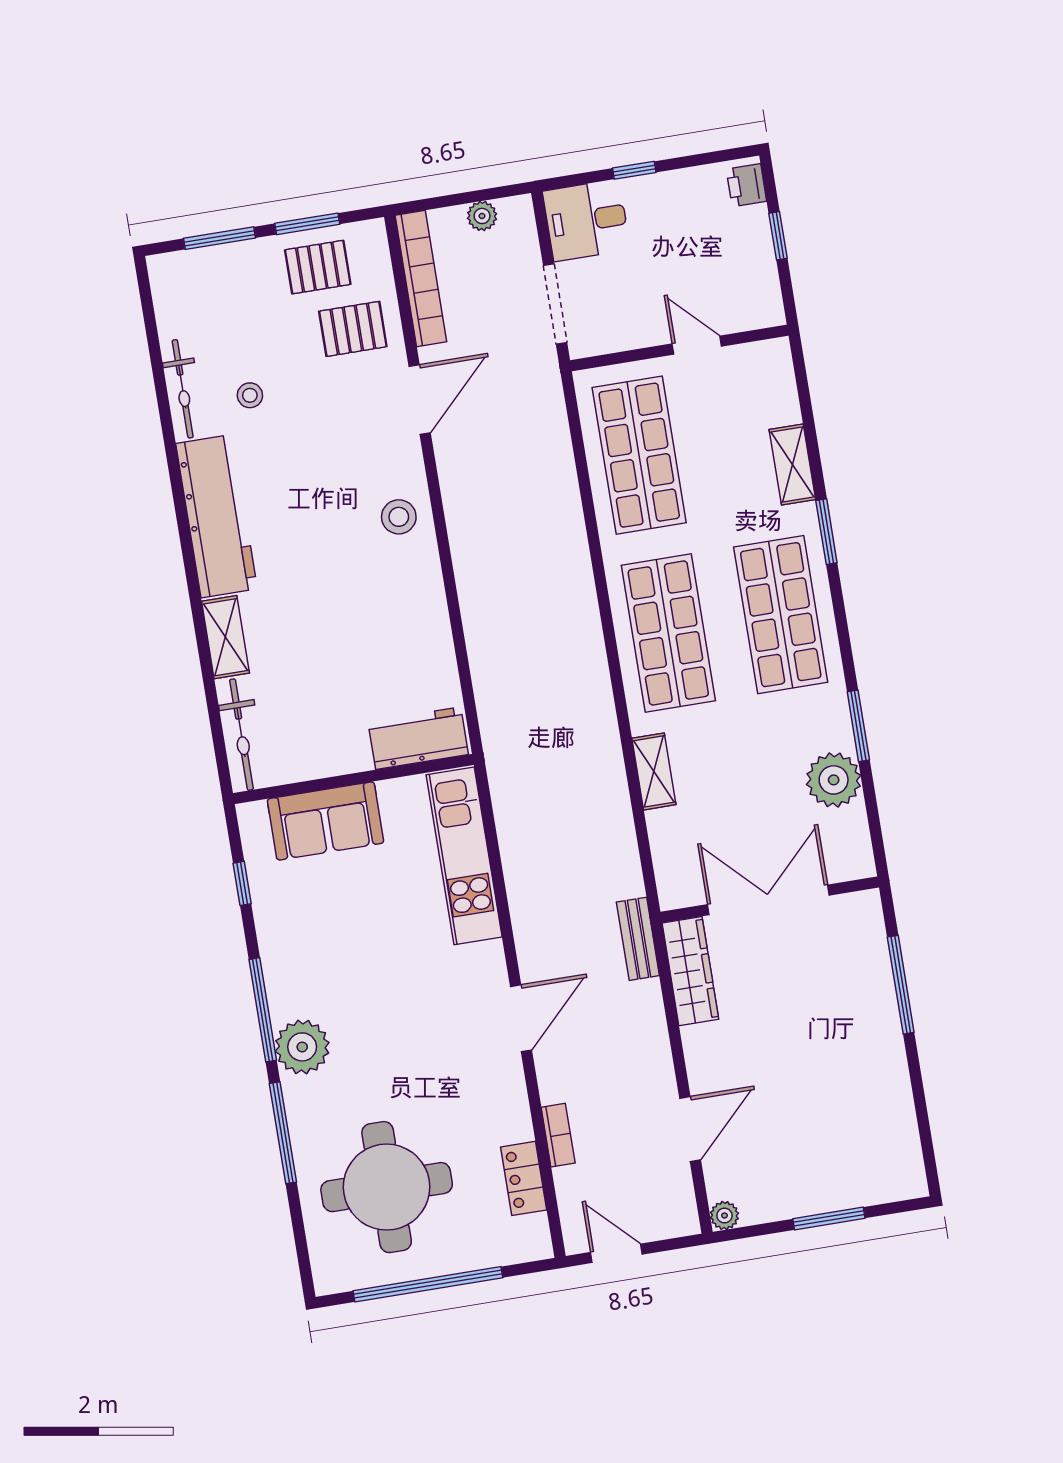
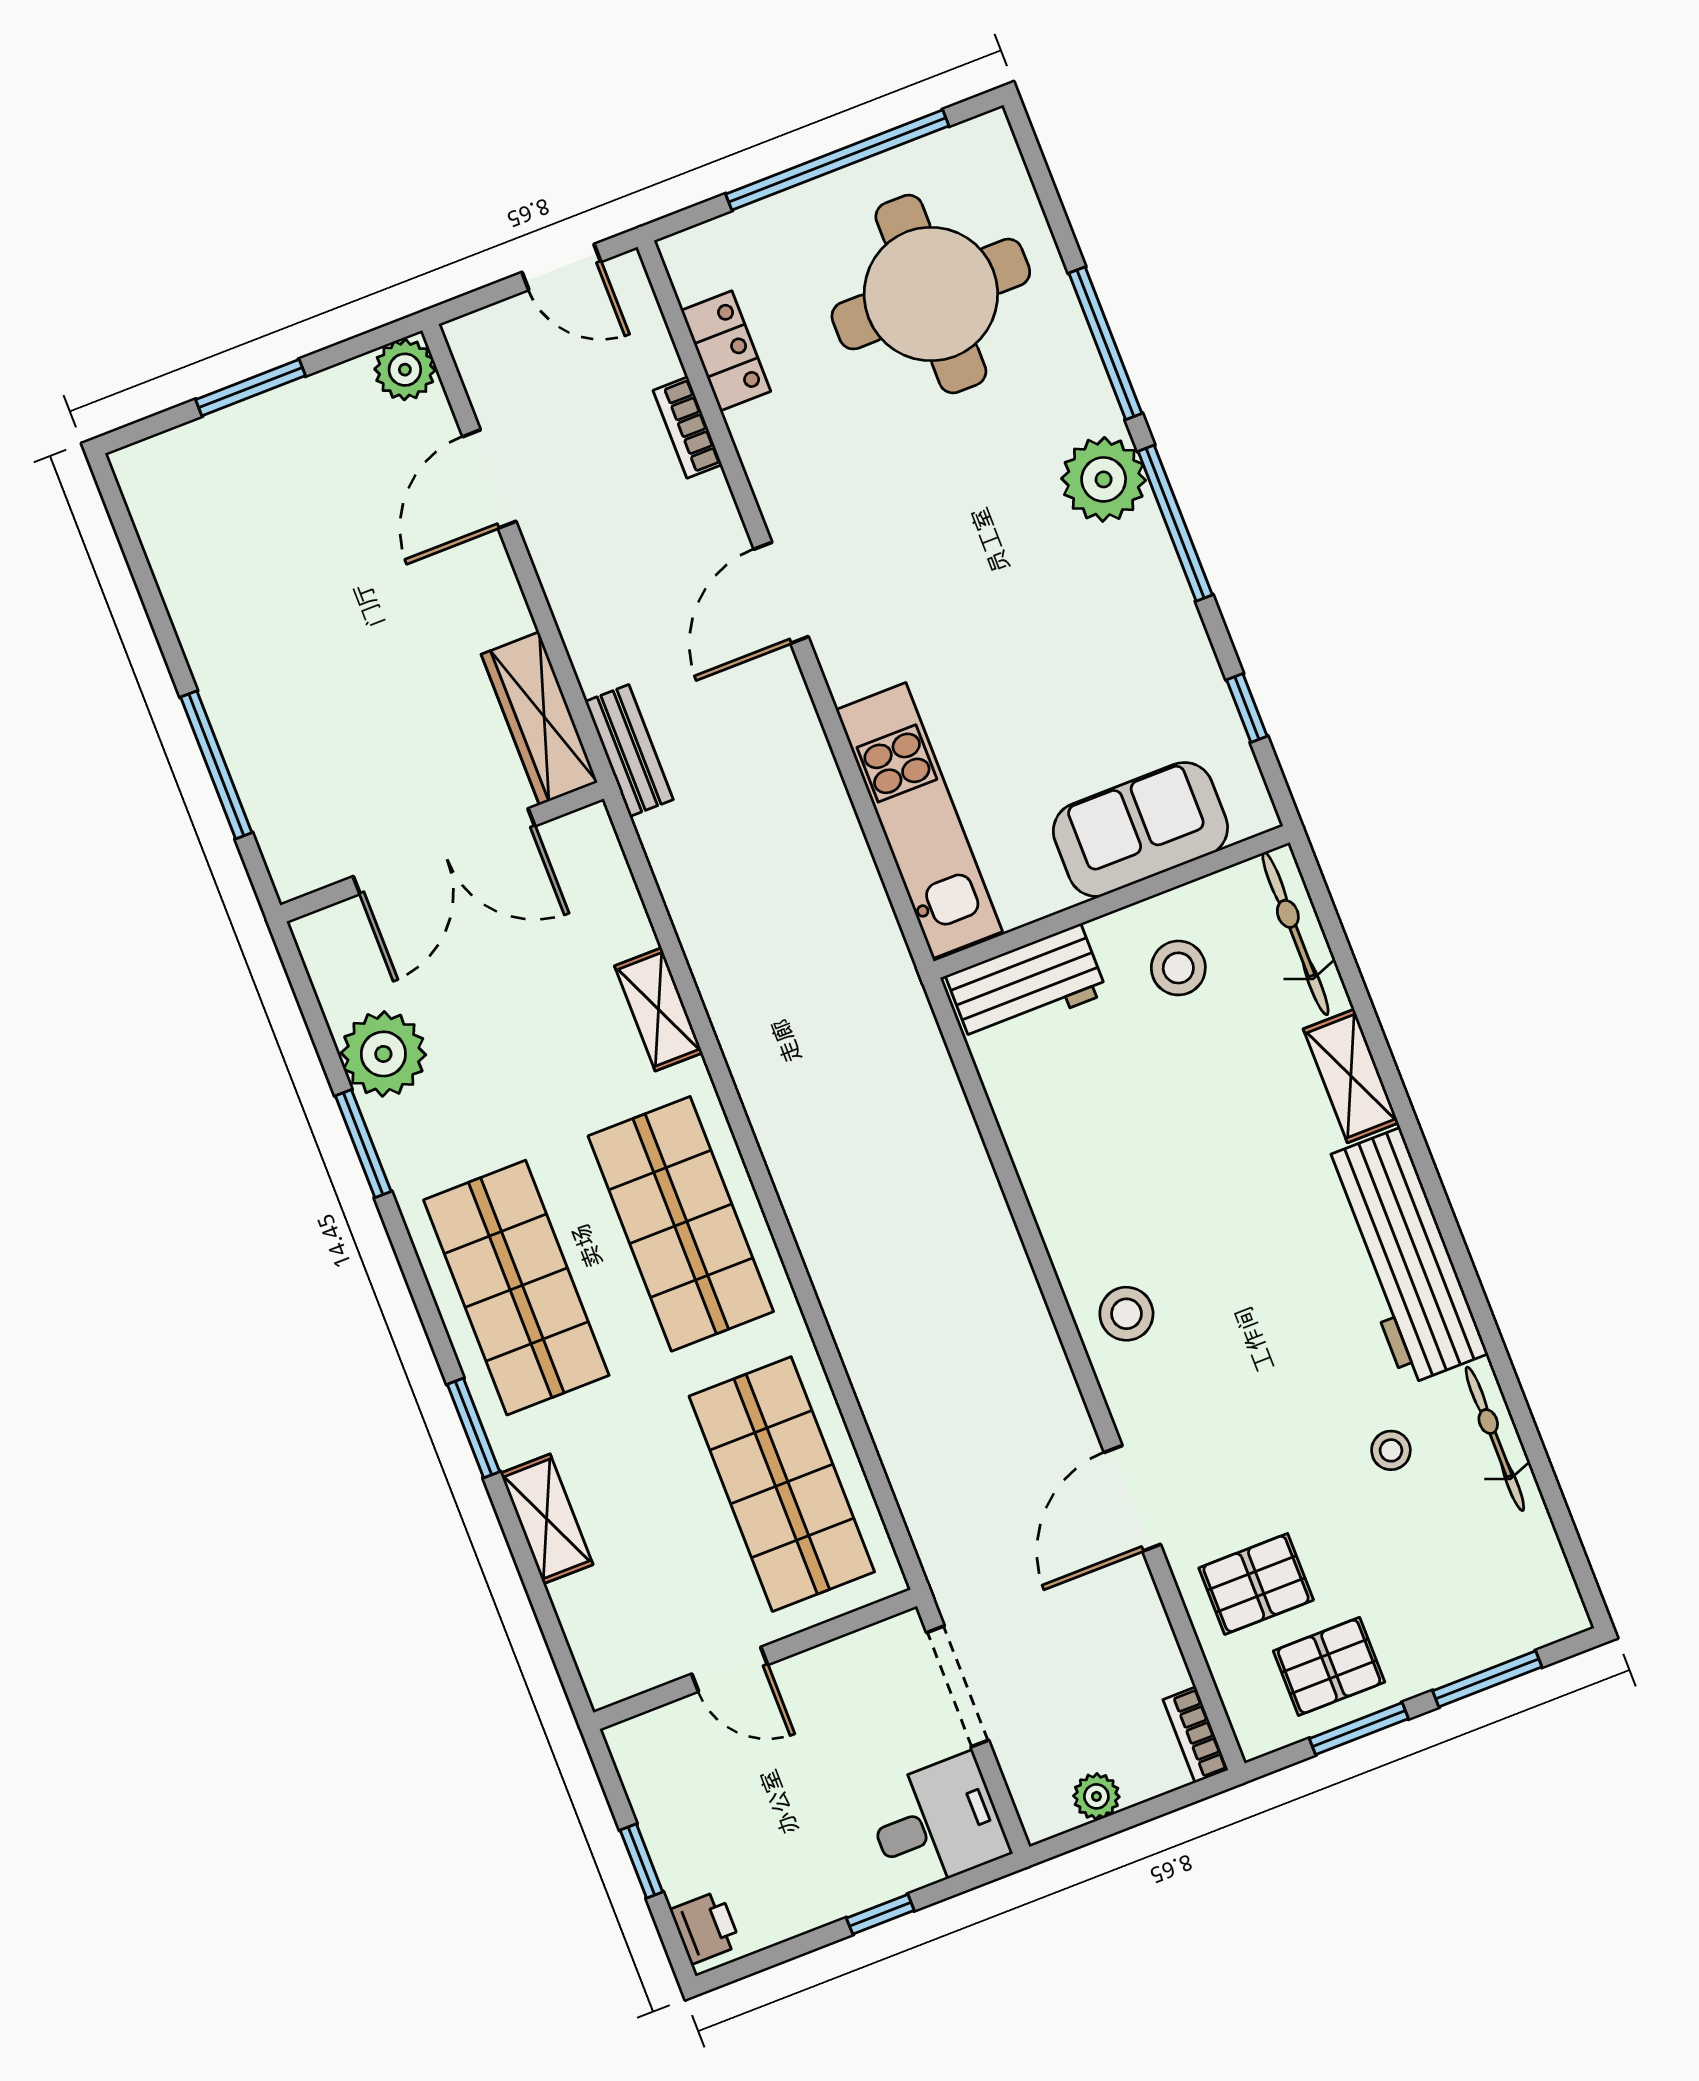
bookcase: (421, 279) -> (1196, 1735), width x0.43, depth x0.76
stool: (320, 728) -> (1178, 968), added
plant: (724, 1215) -> (405, 370), width x1.38, depth x1.38

